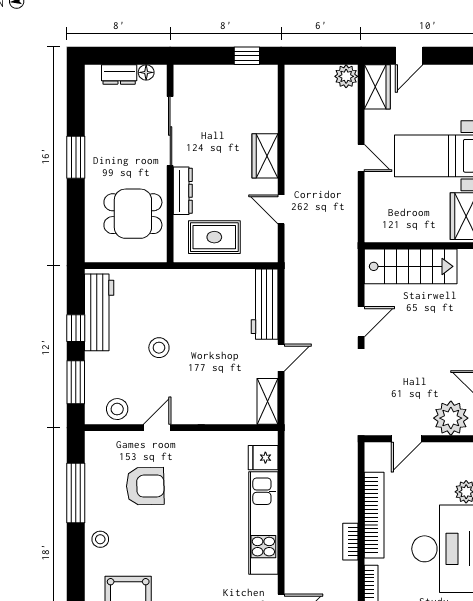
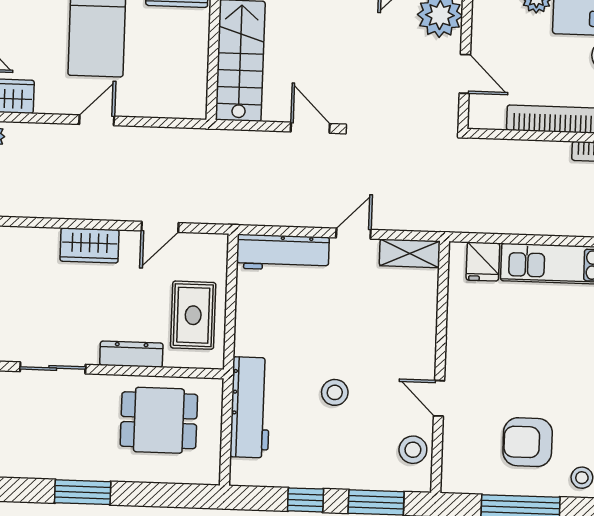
sliding door: (170, 131) -> (53, 368), width x0.73
dining table: (133, 214) -> (159, 420), turned 90
workbench: (99, 312) -> (250, 407), moved, turned 90
door: (281, 358) -> (353, 234), hinge flipped
armchair: (145, 486) -> (528, 442), moved, turned -89

